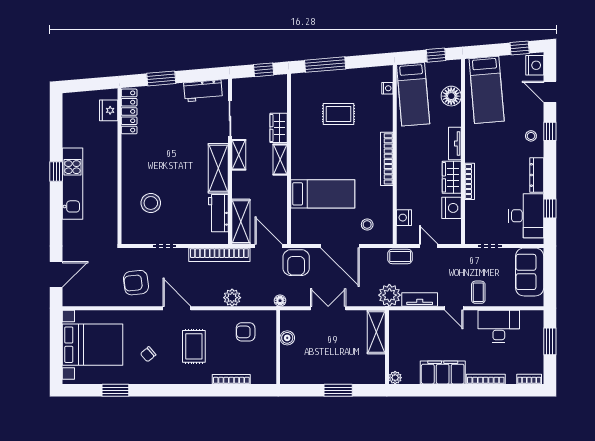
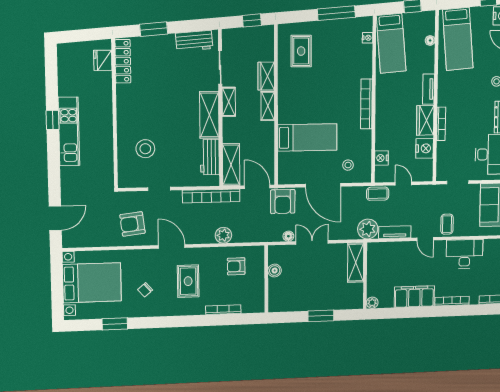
window: (325, 65) -> (336, 13), moved
floor lamp: (451, 96) -> (430, 40), width x0.53, depth x0.53
rug: (338, 114) -> (301, 51), moved, turned 90
floor lamp: (280, 301) -> (288, 236), moved

